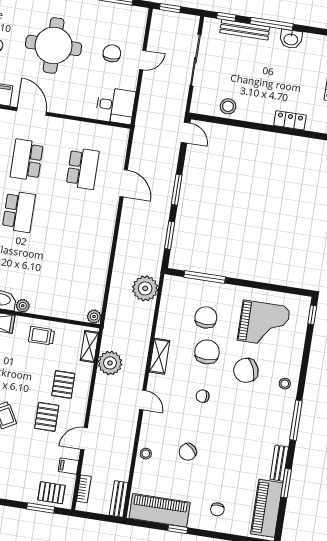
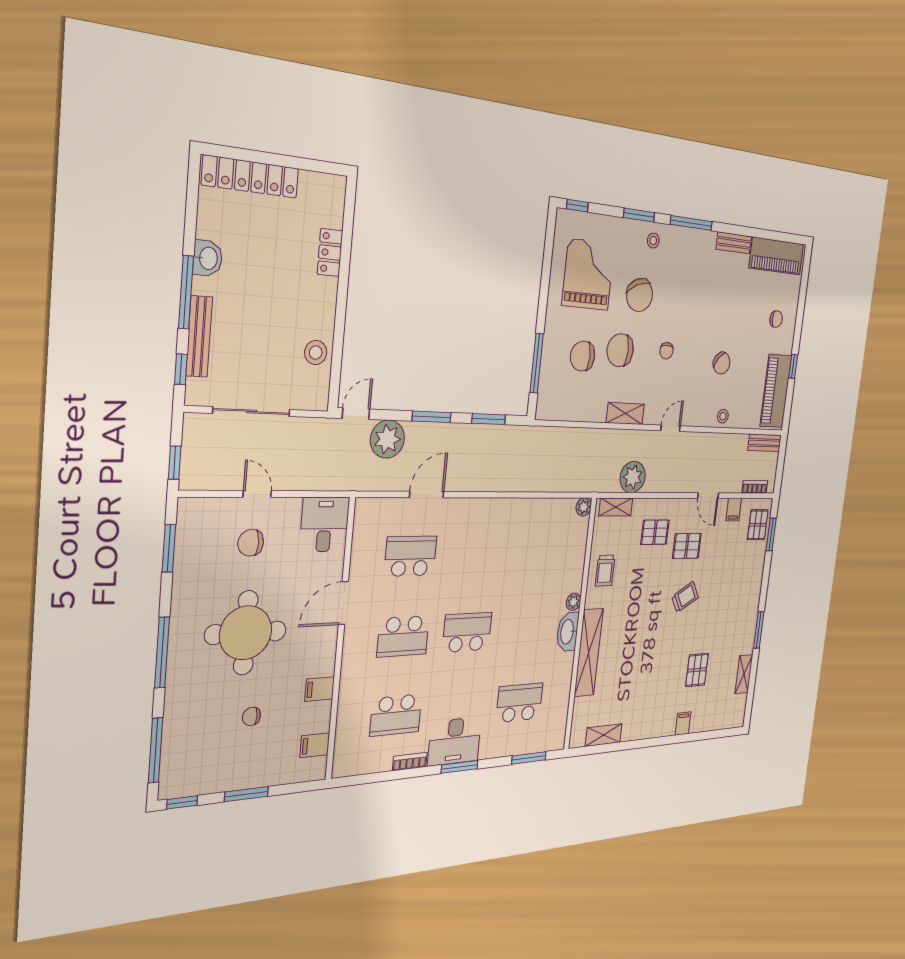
door: (32, 111) -> (343, 603), moved
plant: (145, 288) -> (387, 439), moved
window: (286, 483) -> (639, 215), moved

